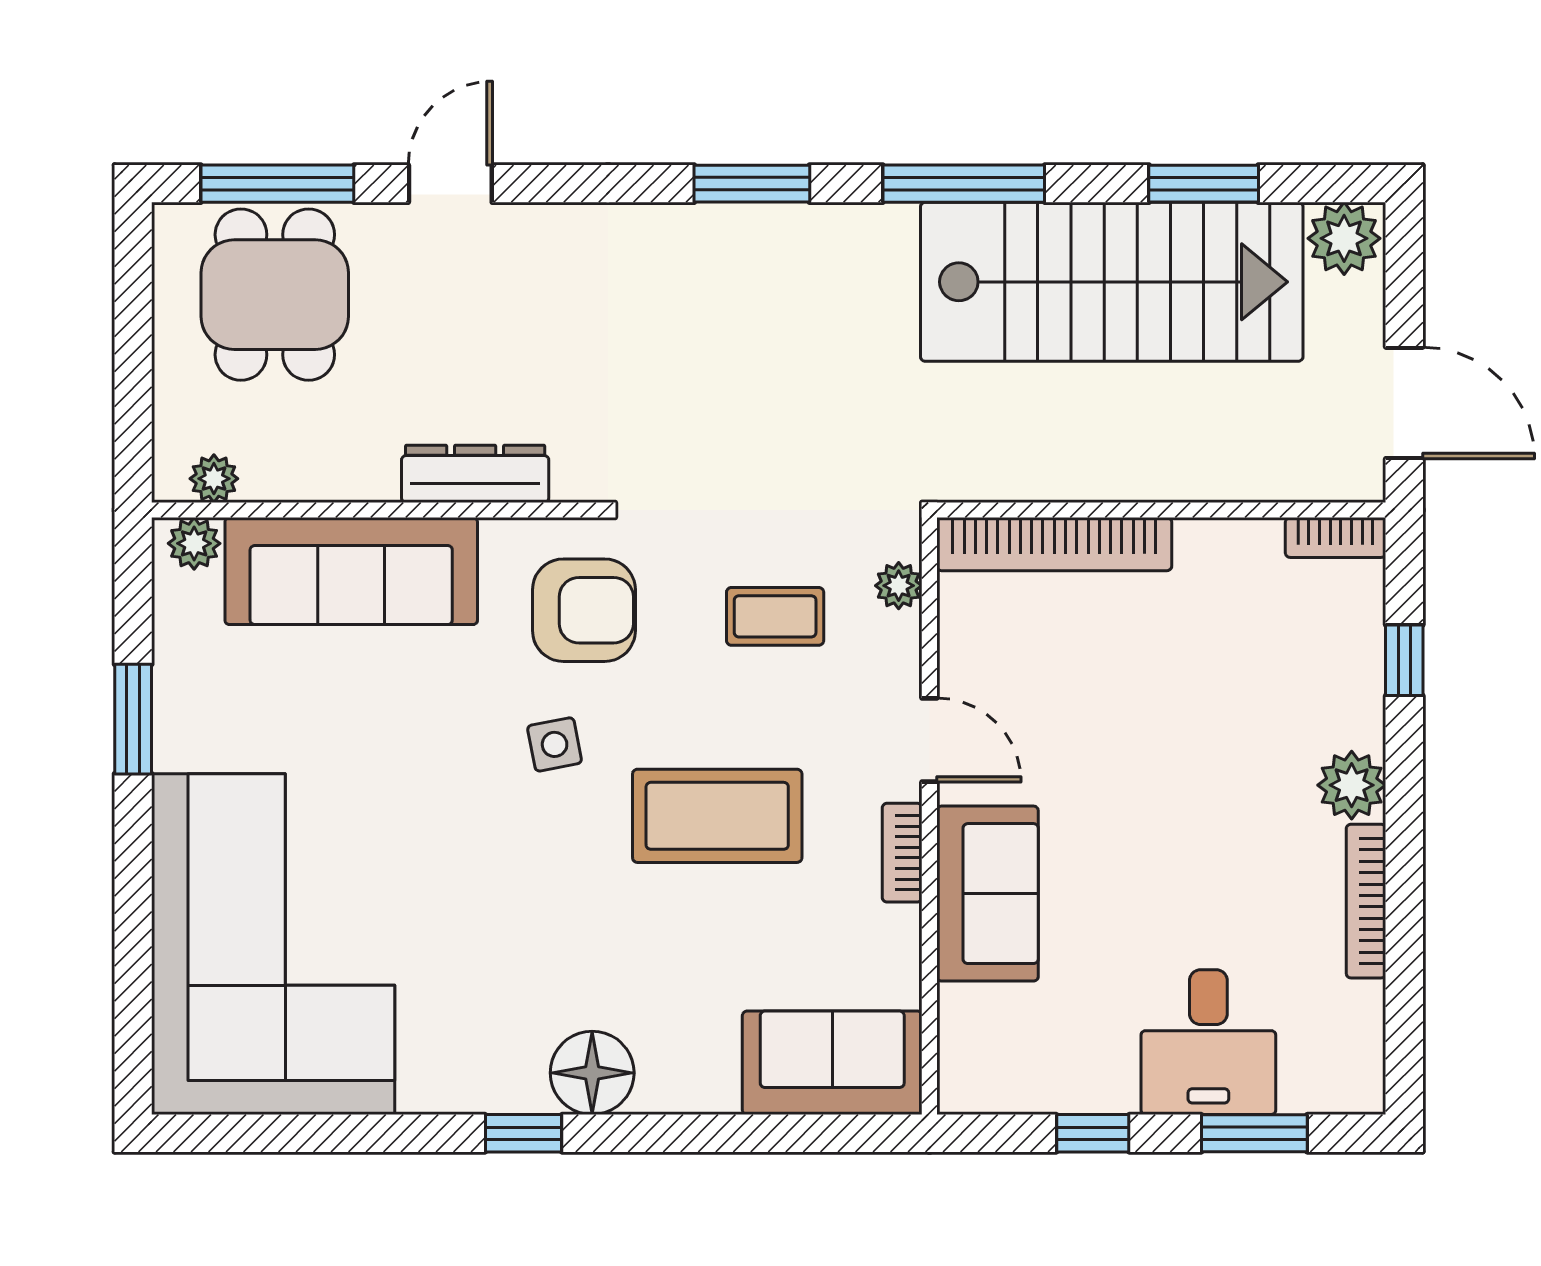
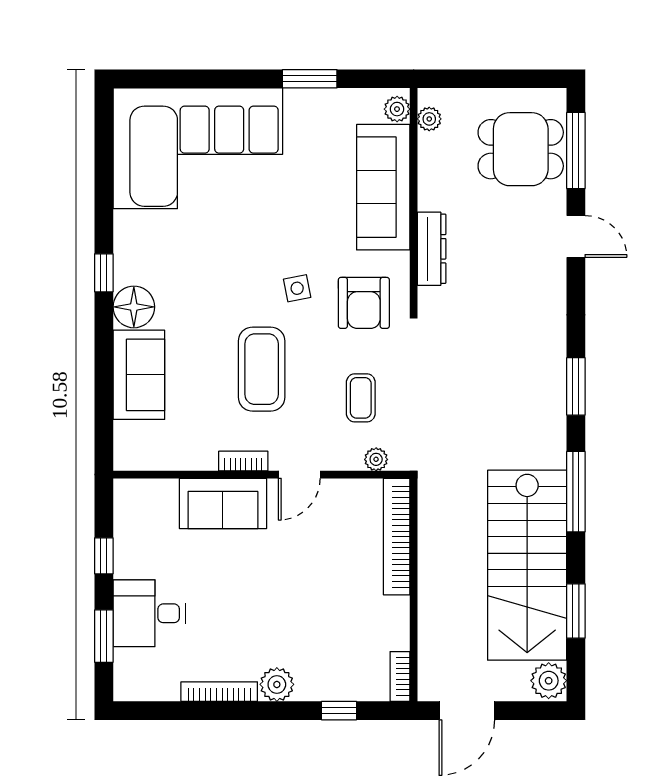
sofa: (832, 1063) -> (139, 375), moved

